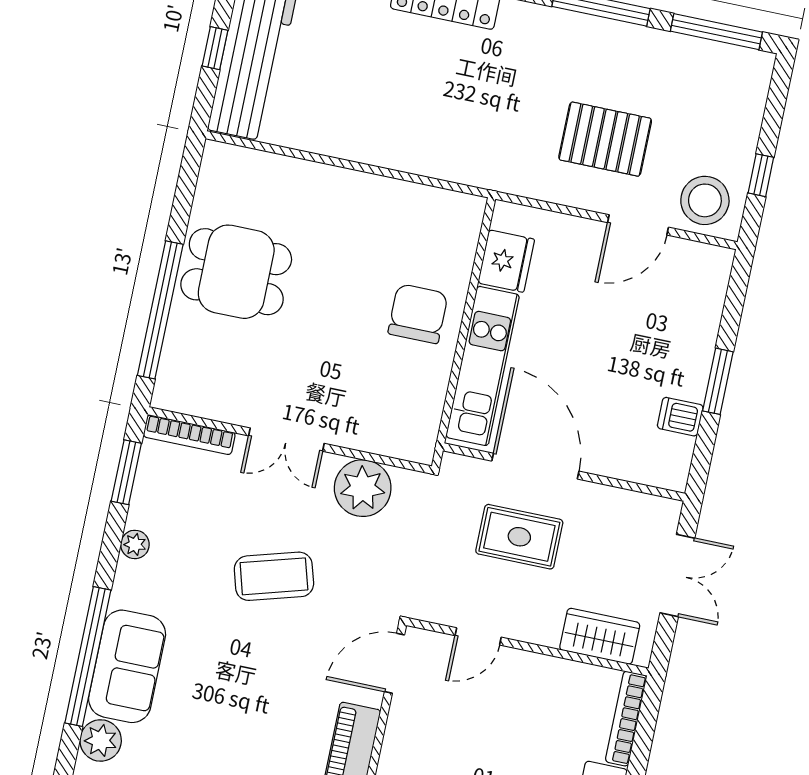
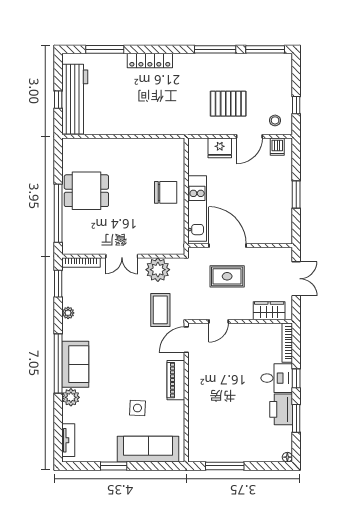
stool: (705, 200) -> (275, 120), width x0.53, depth x0.53
fridge: (506, 261) -> (220, 148), moved, turned 90
chair: (418, 314) -> (166, 192), turned 90
dishwasher: (680, 417) -> (277, 147), moved, turned -90
coffee table: (274, 576) -> (160, 310), moved, turned -74

